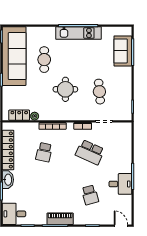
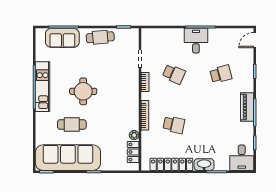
round table: (65, 89) -> (83, 91), moved
cafe table: (99, 92) -> (100, 37), moved
school desk: (90, 152) -> (174, 74), width x0.54
desk: (120, 184) -> (196, 41), moved

